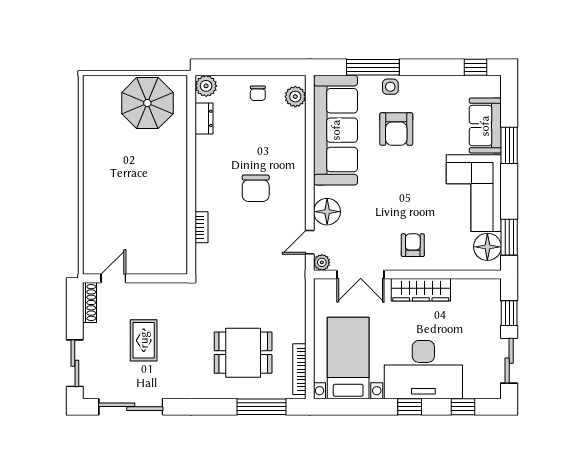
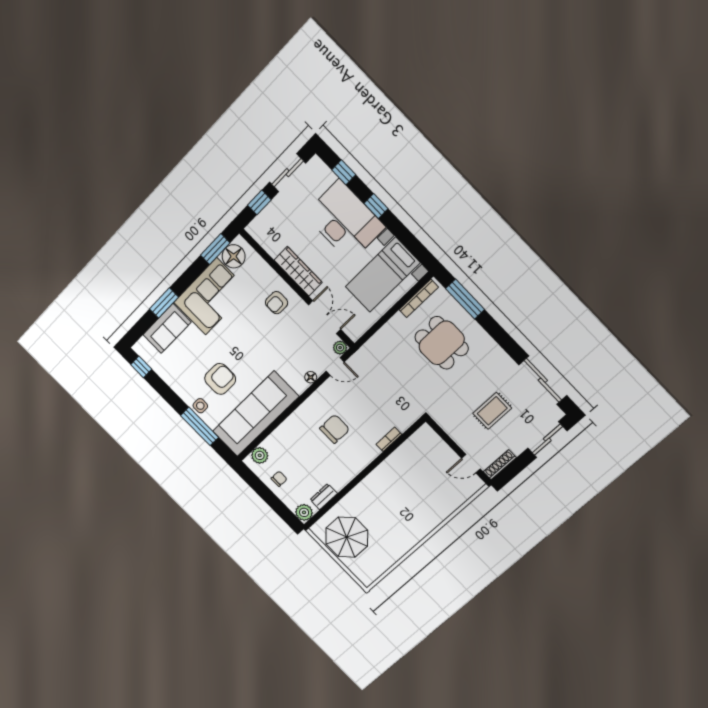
floor lamp: (327, 212) -> (311, 377), width x0.53, depth x0.53

